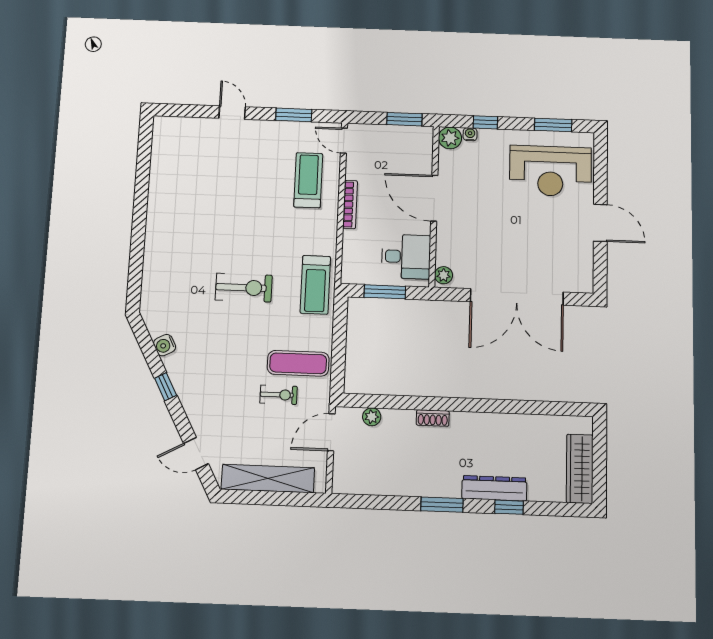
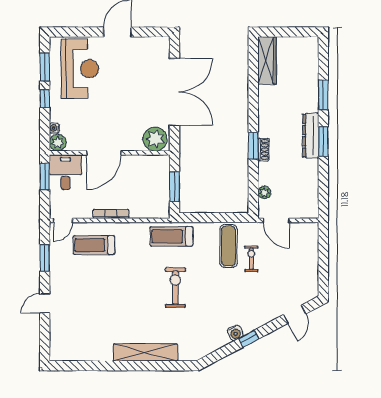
window: (485, 122) -> (45, 99), moved
desk: (406, 257) -> (65, 172), moved
plant: (444, 275) -> (155, 139), width x1.88, depth x1.88
treadmill: (315, 285) -> (171, 236), turned 180
water cooler: (165, 345) -> (235, 333), moved
window: (439, 404) -> (253, 146), added
wardrobe: (580, 469) -> (267, 60), moved, turned -90
shelving: (268, 478) -> (146, 352), moved, turned 90
dresser: (494, 488) -> (311, 136), moved
window: (509, 507) -> (323, 95), width x1.50

